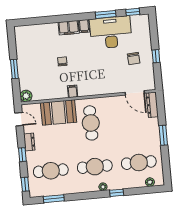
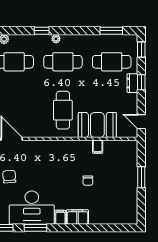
filing cabinet: (73, 91) -> (98, 147), moved
plant: (26, 96) -> (131, 146), removed
dresser: (29, 142) -> (132, 83), moved

